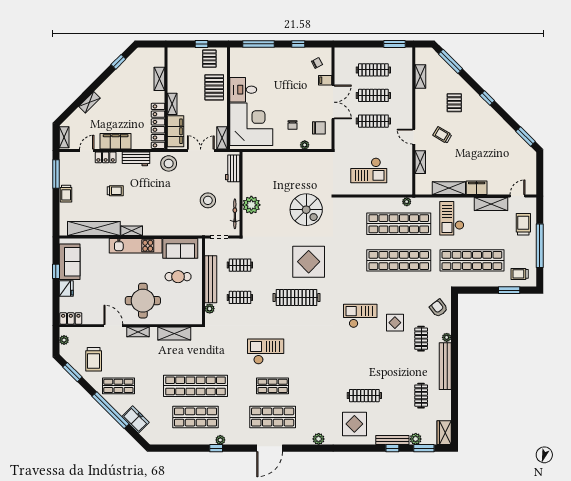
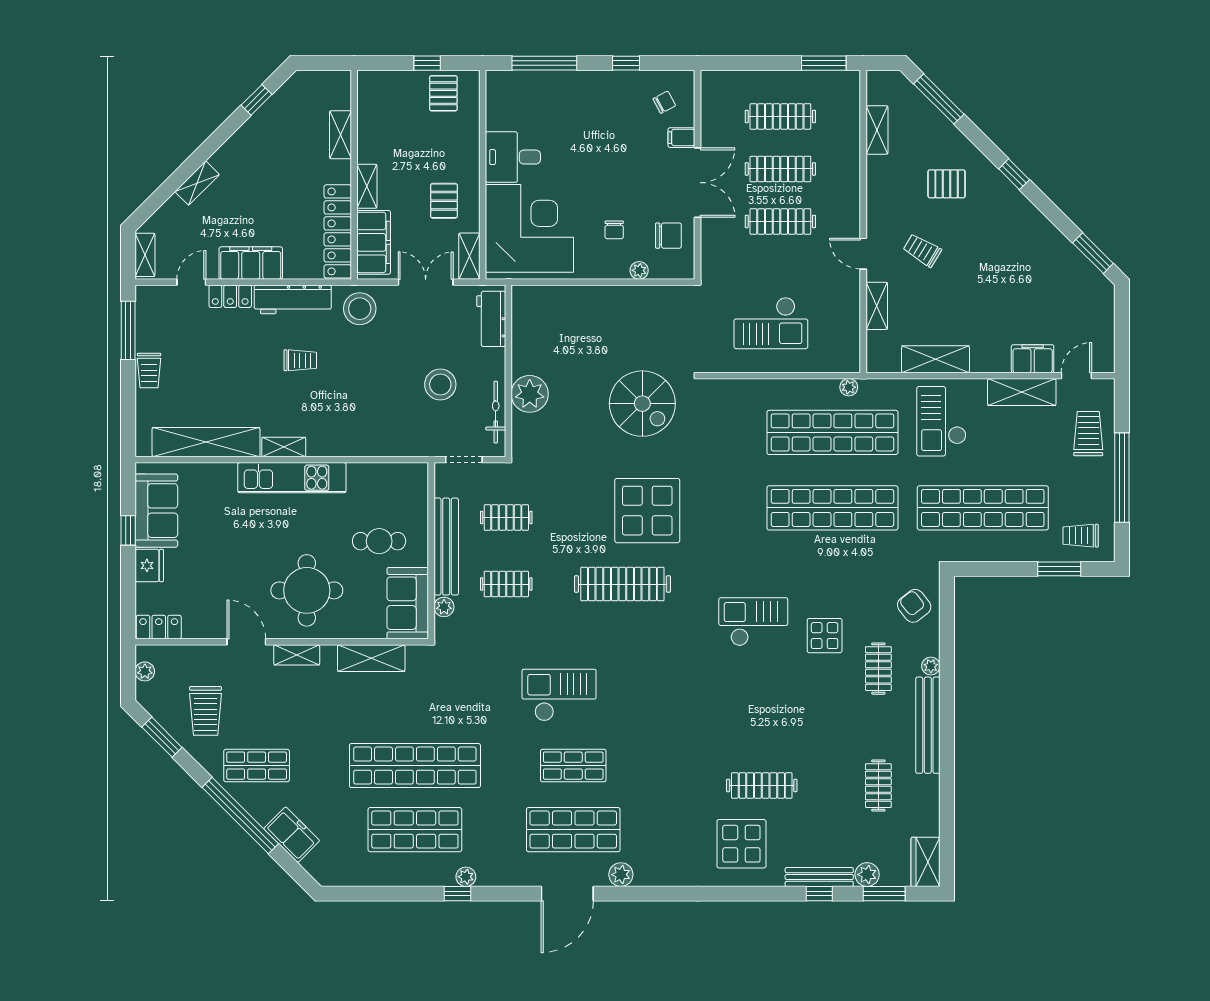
pallet: (214, 87) -> (444, 201), moved, width x0.67, depth x0.71
pallet: (454, 103) -> (947, 184), turned 90
workbench: (136, 159) -> (293, 299), width x1.38
filing cabinet: (477, 188) -> (1033, 359), moved
trolley: (115, 191) -> (300, 360), moved
sofa: (180, 248) -> (408, 603), moved, turned 90
plant: (319, 439) -> (621, 875), moved

